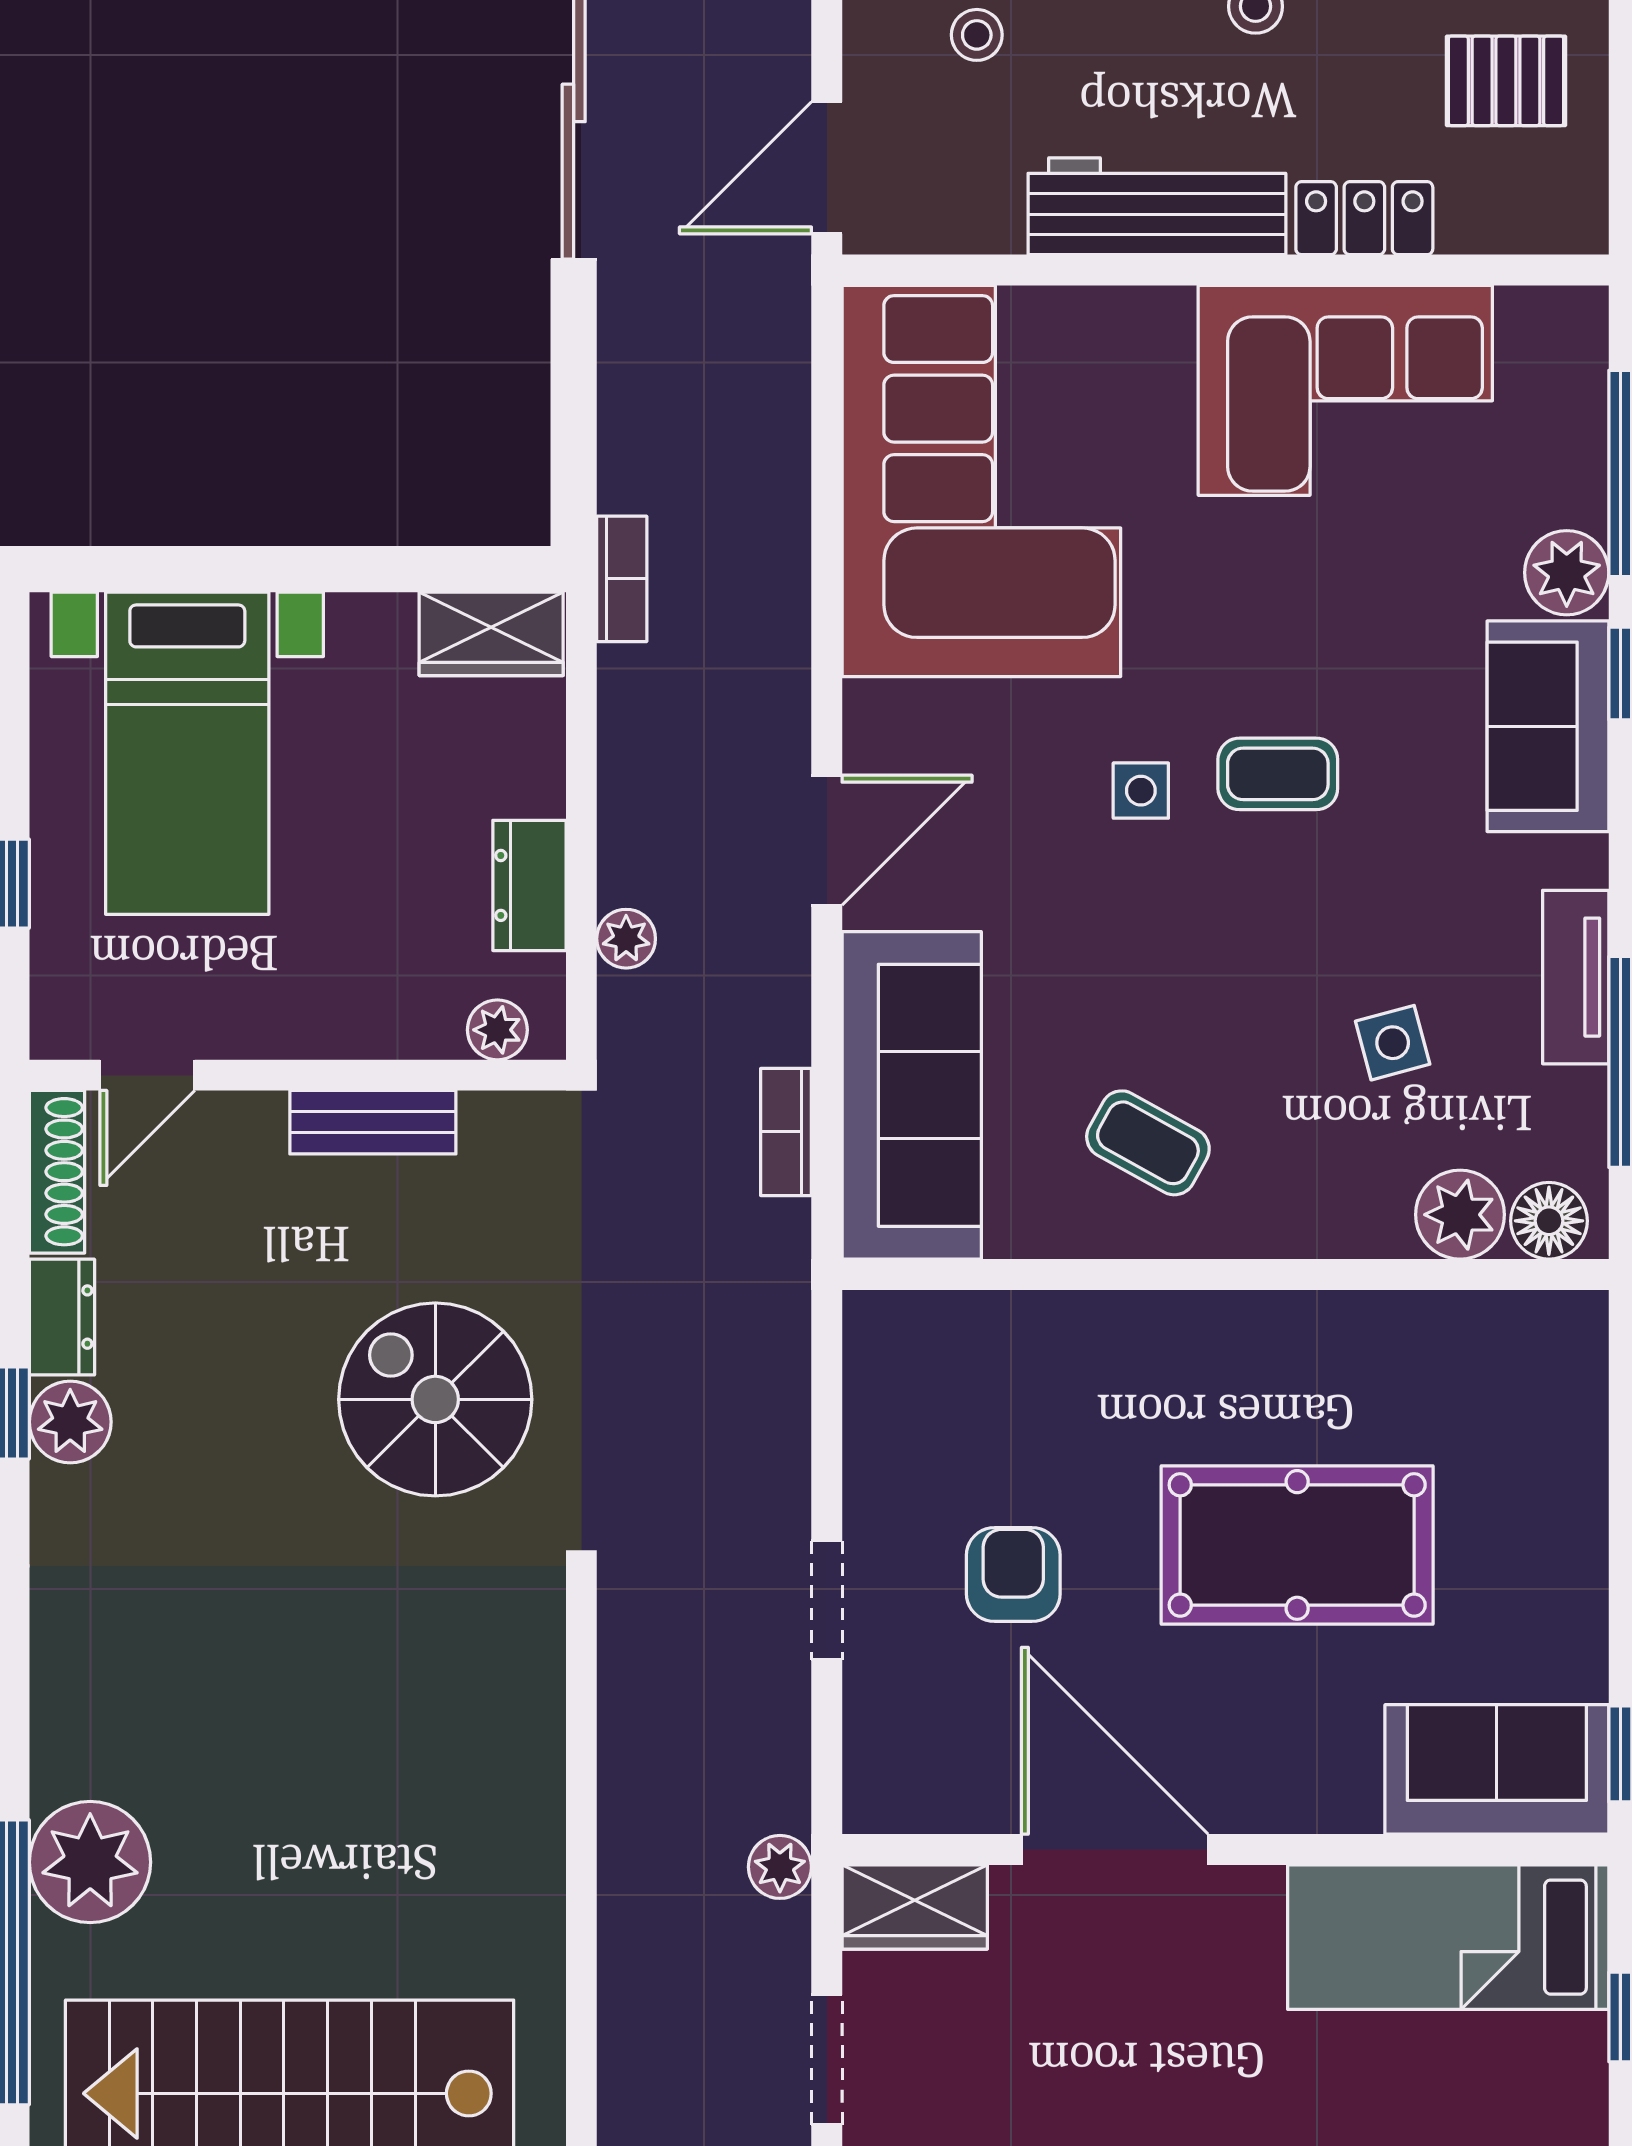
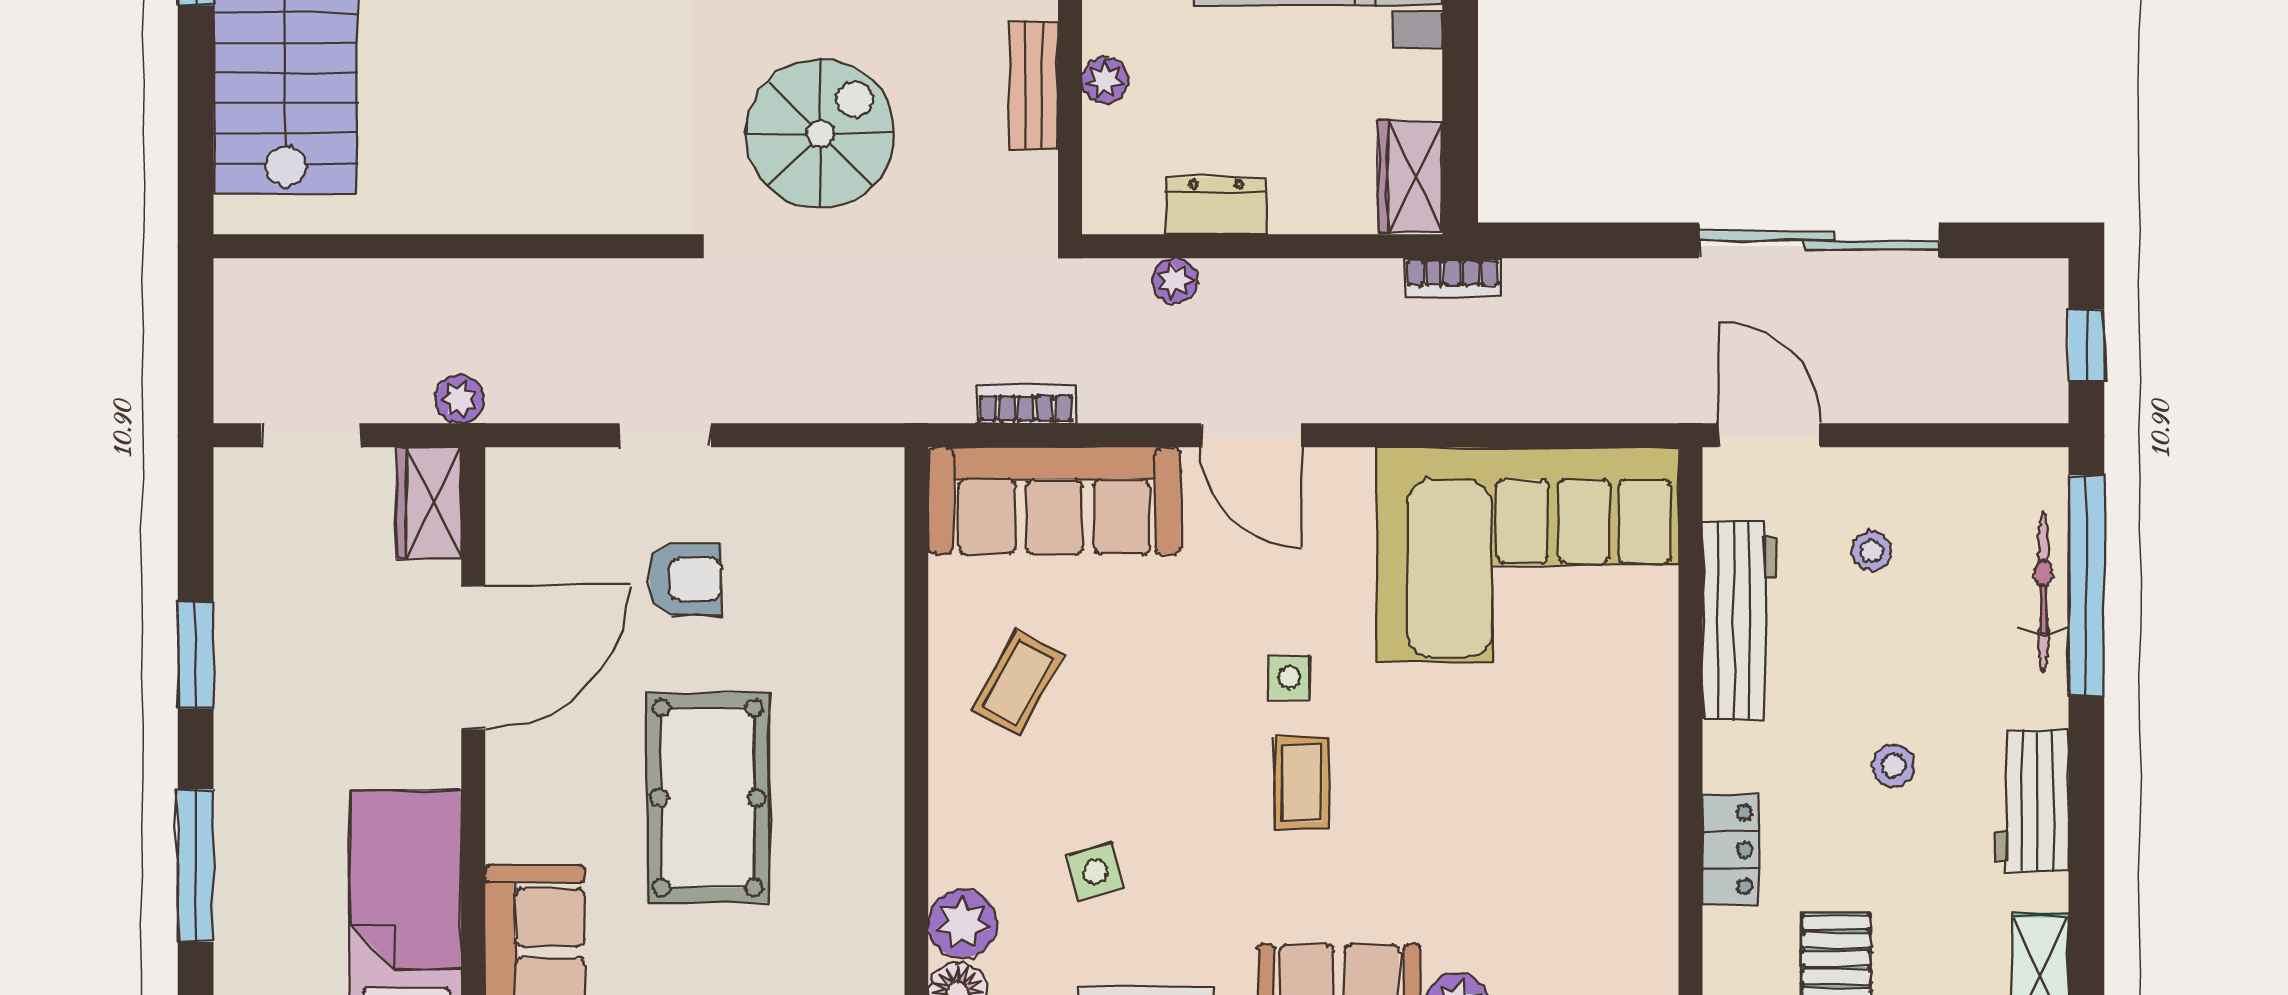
workbench: (1157, 206) -> (1740, 621), moved
corner sofa: (1345, 390) -> (1598, 835), removed
plant: (497, 1030) -> (1105, 80), moved

